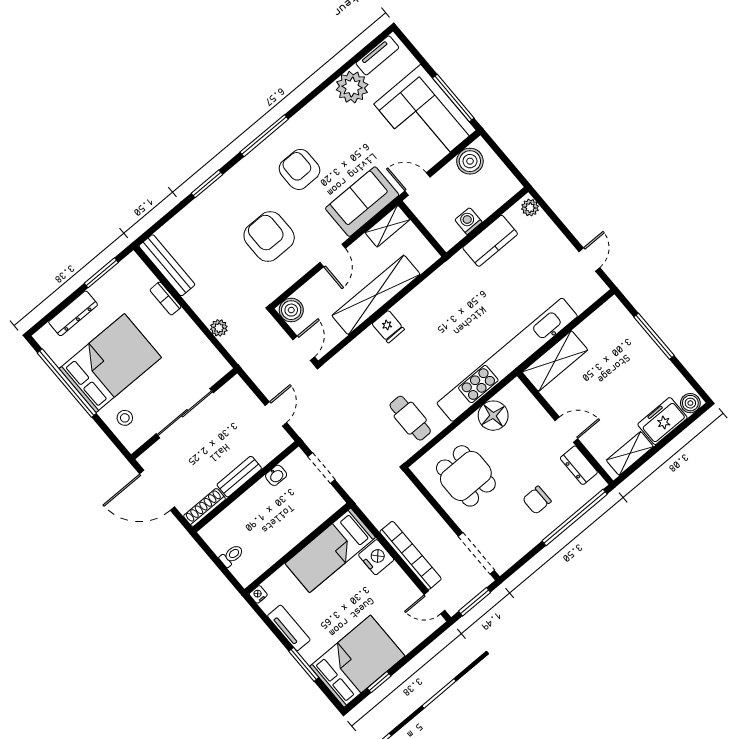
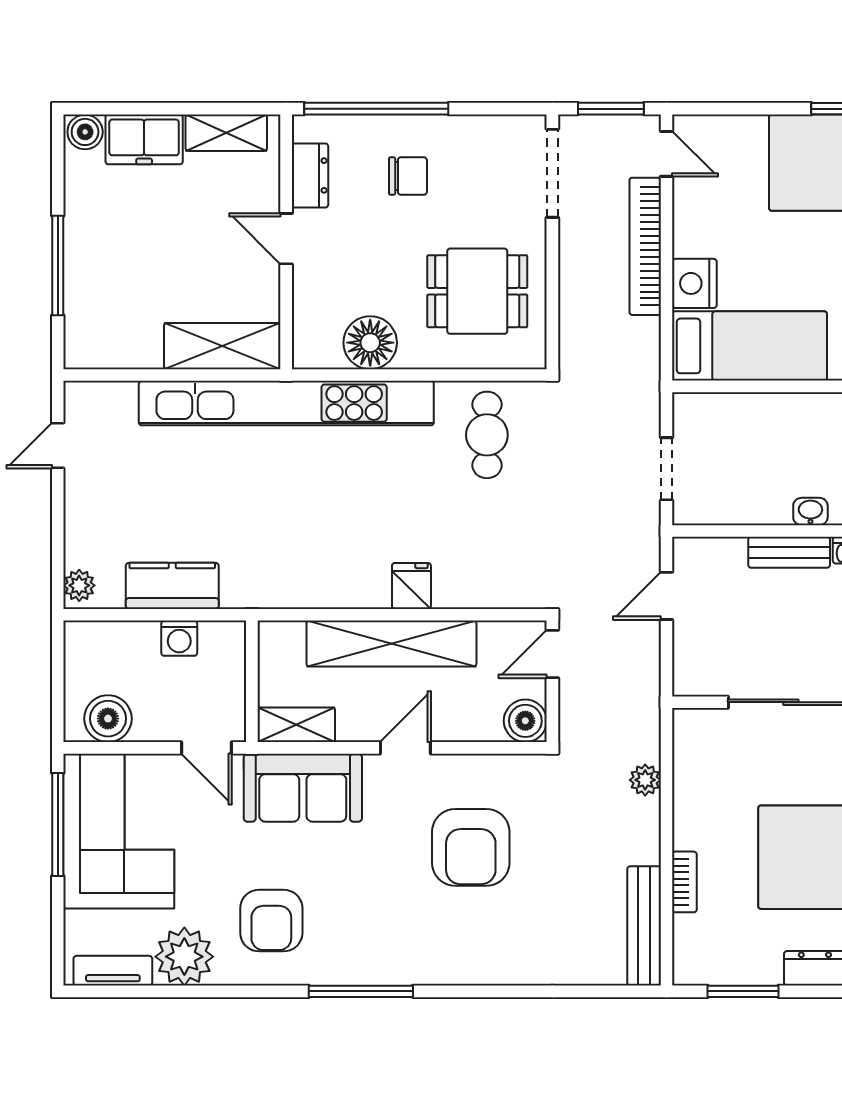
armchair: (299, 169) -> (271, 921), moved
window: (207, 184) -> (495, 991), removed
washbasin: (276, 475) -> (810, 511), moved
dining table: (466, 476) -> (477, 291), turned 90

